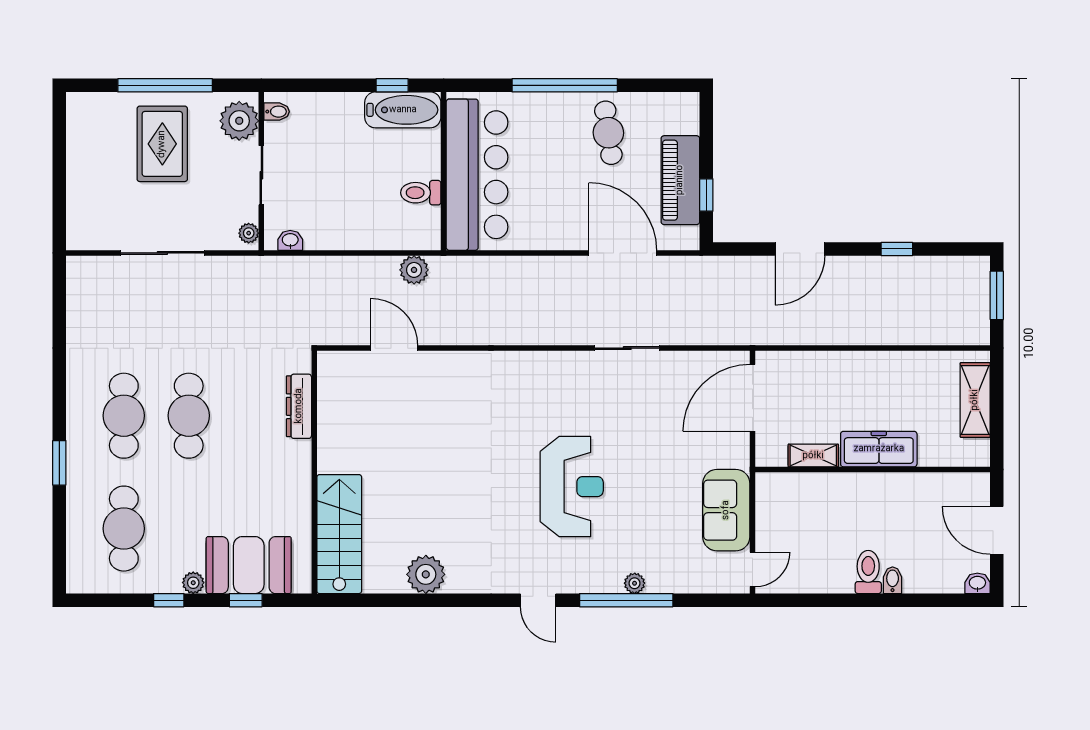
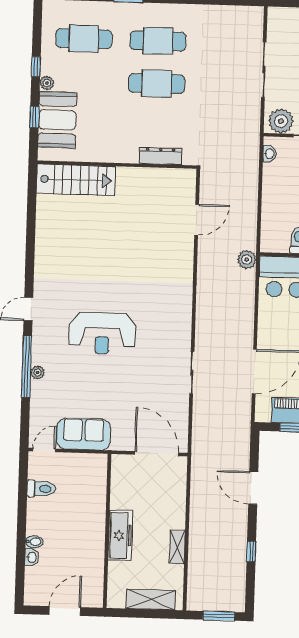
plant: (249, 233) -> (281, 121), width x1.88, depth x1.88
plant: (414, 270) -> (247, 260), moved
shelving: (813, 456) -> (177, 547), moved
door: (752, 569) -> (44, 450), swing flipped
toilet: (868, 572) -> (41, 489), moved
plant: (426, 574) -> (48, 236), removed
washbasin: (977, 583) -> (32, 557), moved

